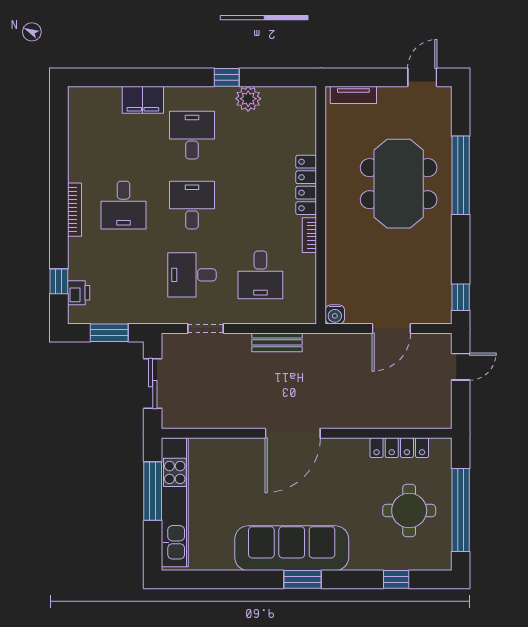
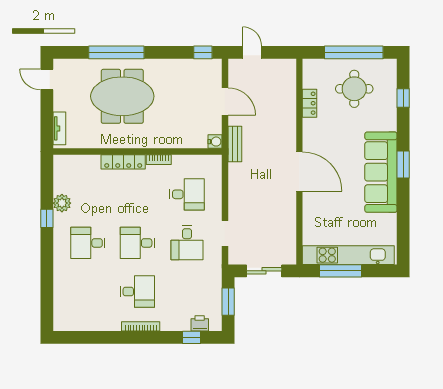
filing cabinet: (143, 100) -> (63, 278), removed
bench: (277, 342) -> (235, 144), moved
locker: (399, 448) -> (310, 103), width x0.66

